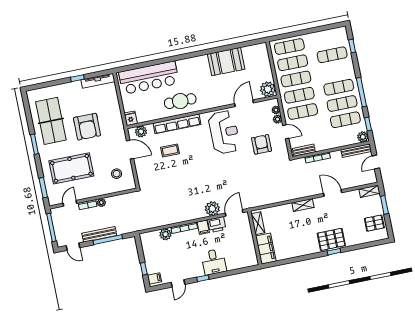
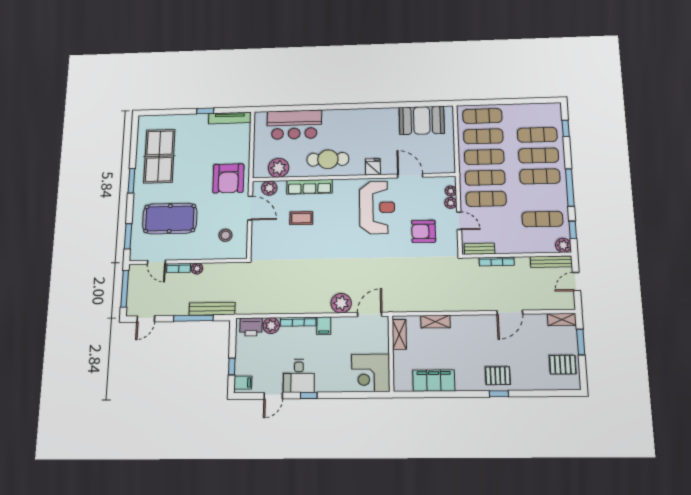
booth: (226, 62) -> (422, 120), moved
bar counter: (149, 78) -> (294, 125), width x0.73
plant: (268, 89) -> (279, 168), moved
door: (244, 103) -> (410, 176), hinge flipped
exercise mat: (342, 103) -> (539, 155), moved
fridge: (131, 118) -> (373, 167), moved
row of seats: (177, 124) -> (309, 187), width x0.73
armchair: (87, 127) -> (228, 178), moved
armchair: (262, 144) -> (424, 231), turned -90
door: (333, 193) -> (510, 312), swing flipped
door: (70, 203) -> (156, 262), swing flipped
shelving: (303, 205) -> (435, 322), moved
printer: (217, 225) -> (251, 327), moved
bench: (99, 234) -> (212, 309), moved
pallet: (331, 239) -> (498, 376), width x0.67, depth x0.71
door: (73, 247) -> (146, 319), hinge flipped
filing cabinet: (266, 249) -> (434, 381), moved, turned -90
corner desk: (243, 254) -> (371, 373), added
desk: (214, 262) -> (299, 376), moved

